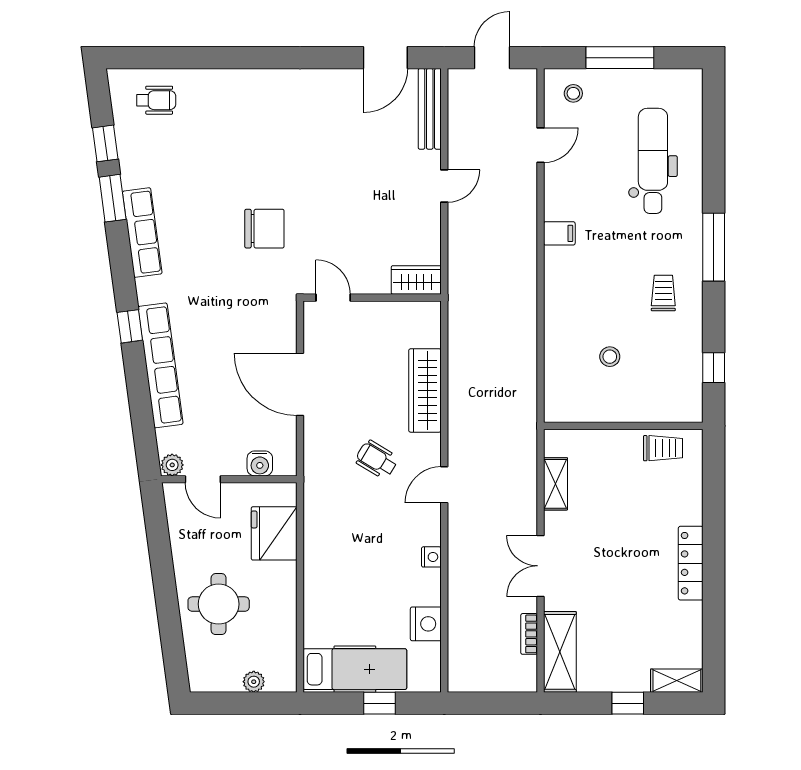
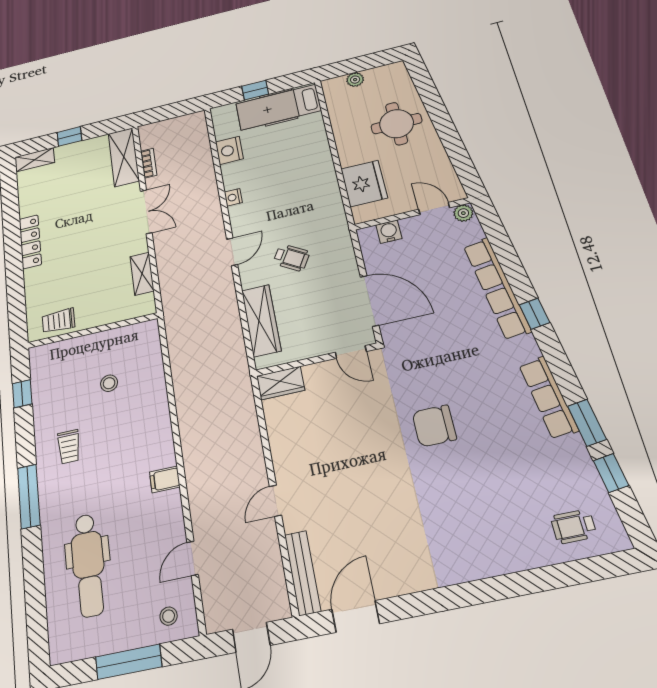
wardrobe: (416, 280) -> (281, 383), moved
door: (333, 298) -> (351, 352), moved
wall: (372, 298) -> (316, 360), moved

